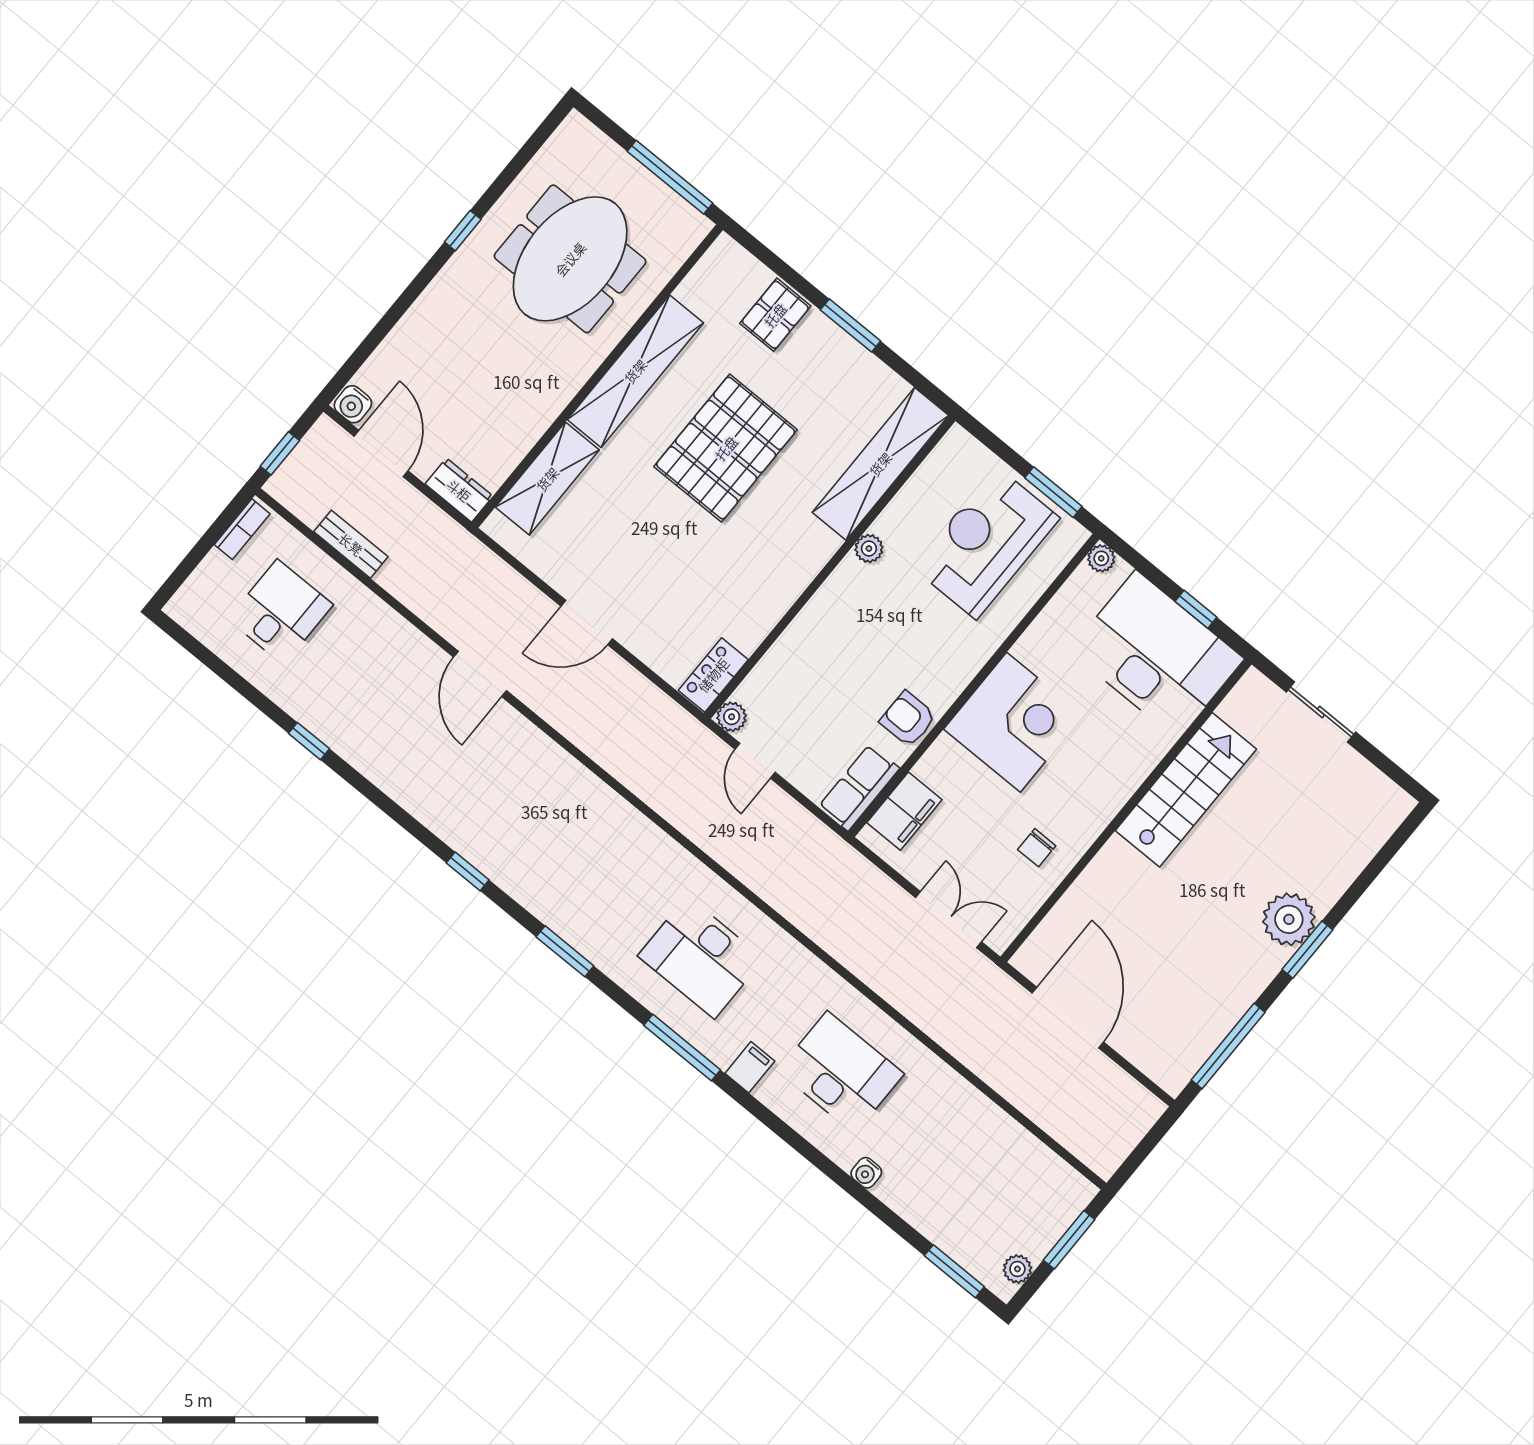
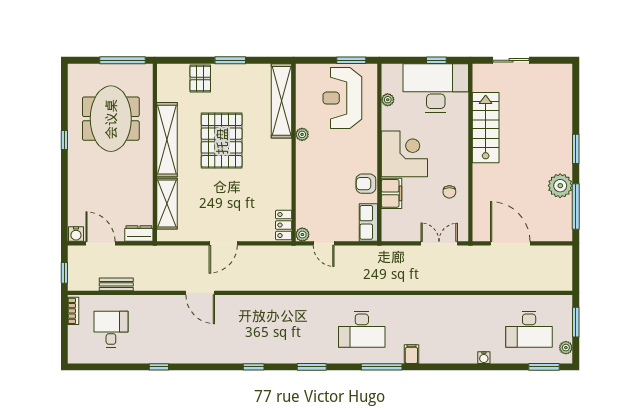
plant: (1101, 558) -> (388, 100), moved
filing cabinet: (904, 811) -> (392, 193), moved
plant: (1289, 919) -> (560, 186), moved
desk: (841, 1072) -> (529, 329), moved, turned 180

